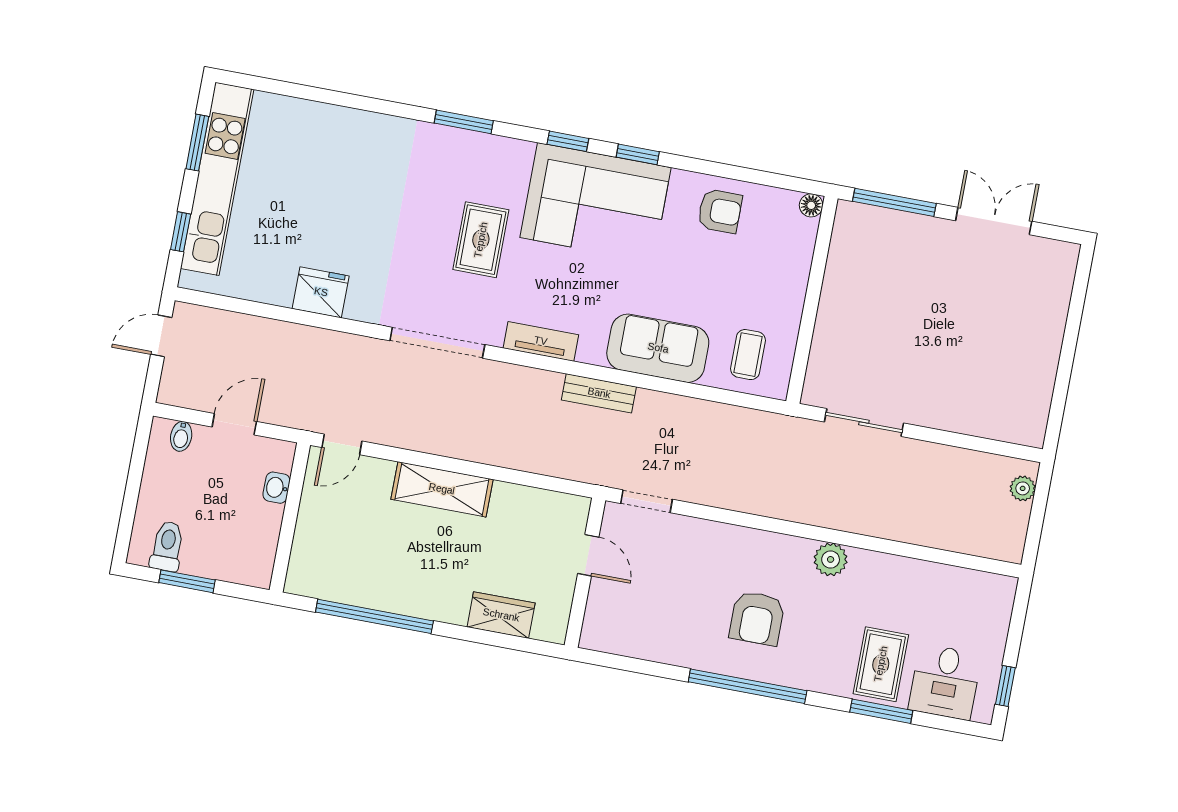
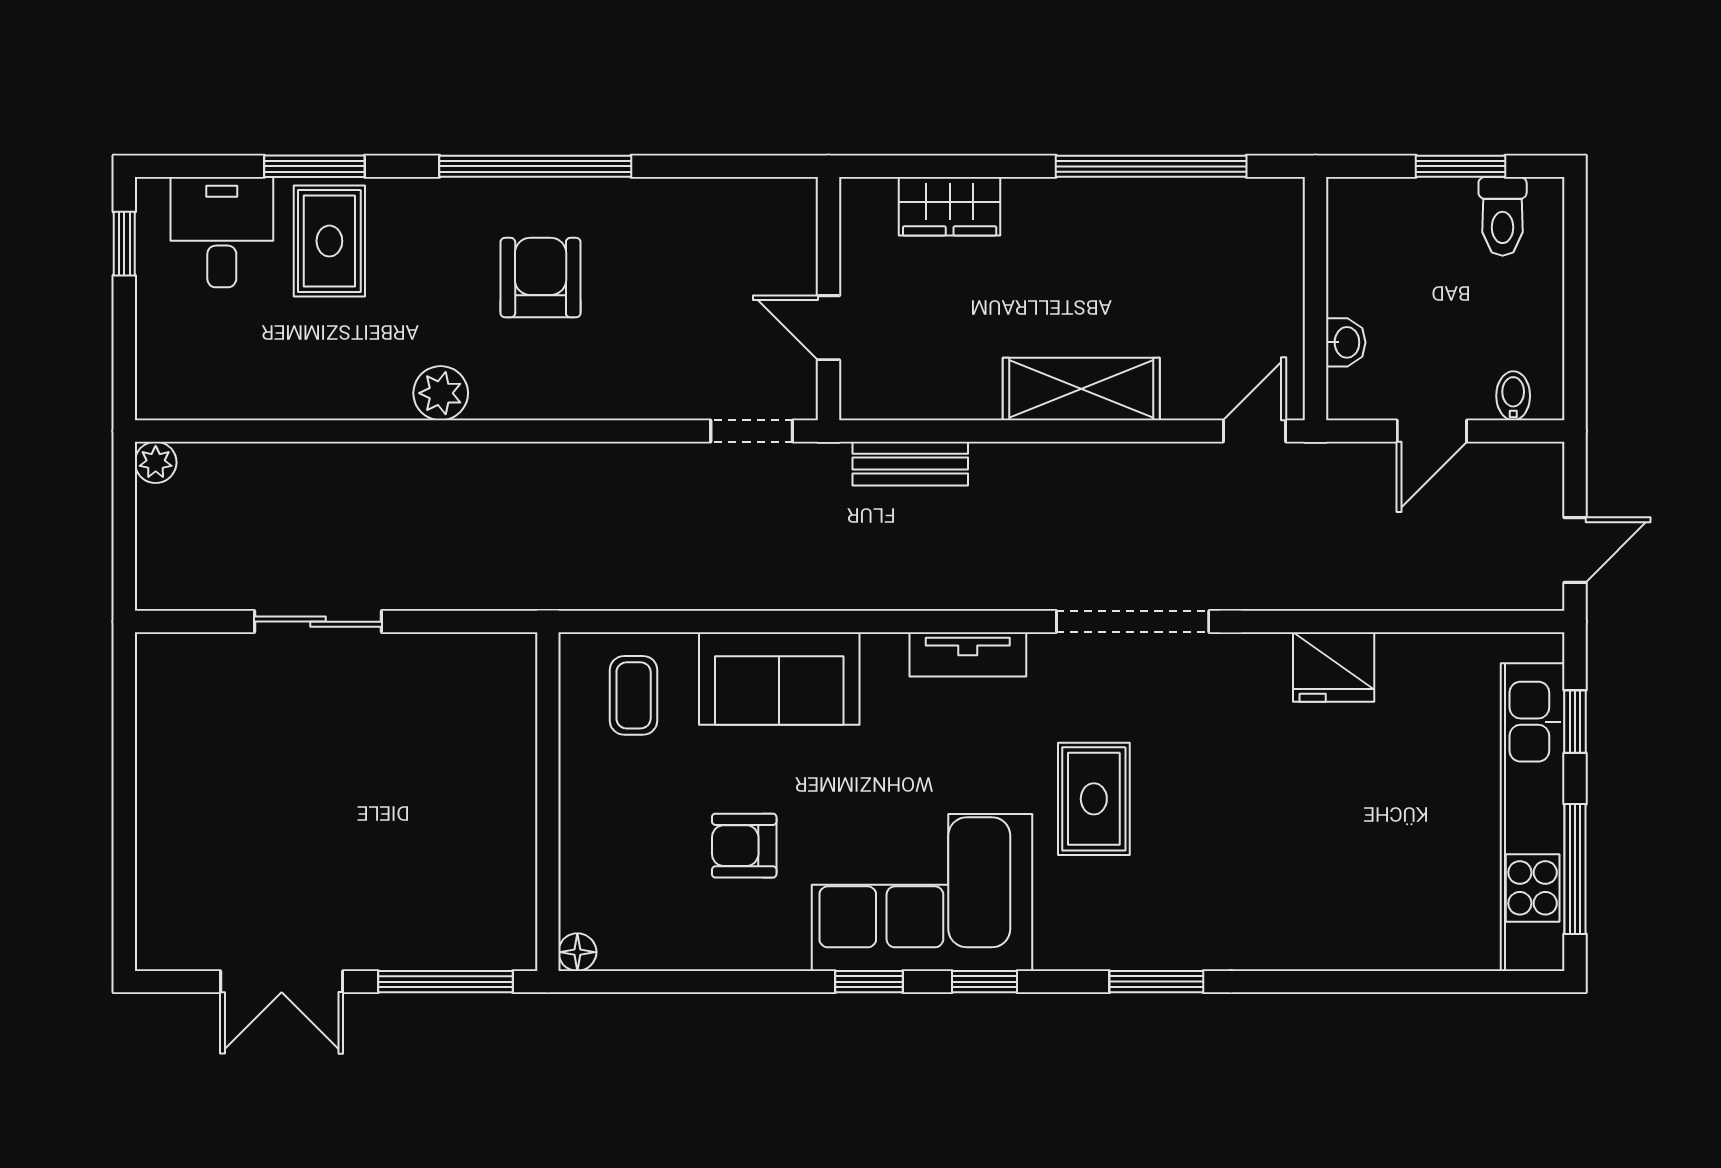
window: (197, 143) -> (1575, 869), width x1.44
armchair: (720, 211) -> (744, 846), moved
bench: (599, 393) -> (910, 464), moved
sliding door: (864, 422) -> (318, 622), moved
plant: (1023, 488) -> (156, 462), moved

